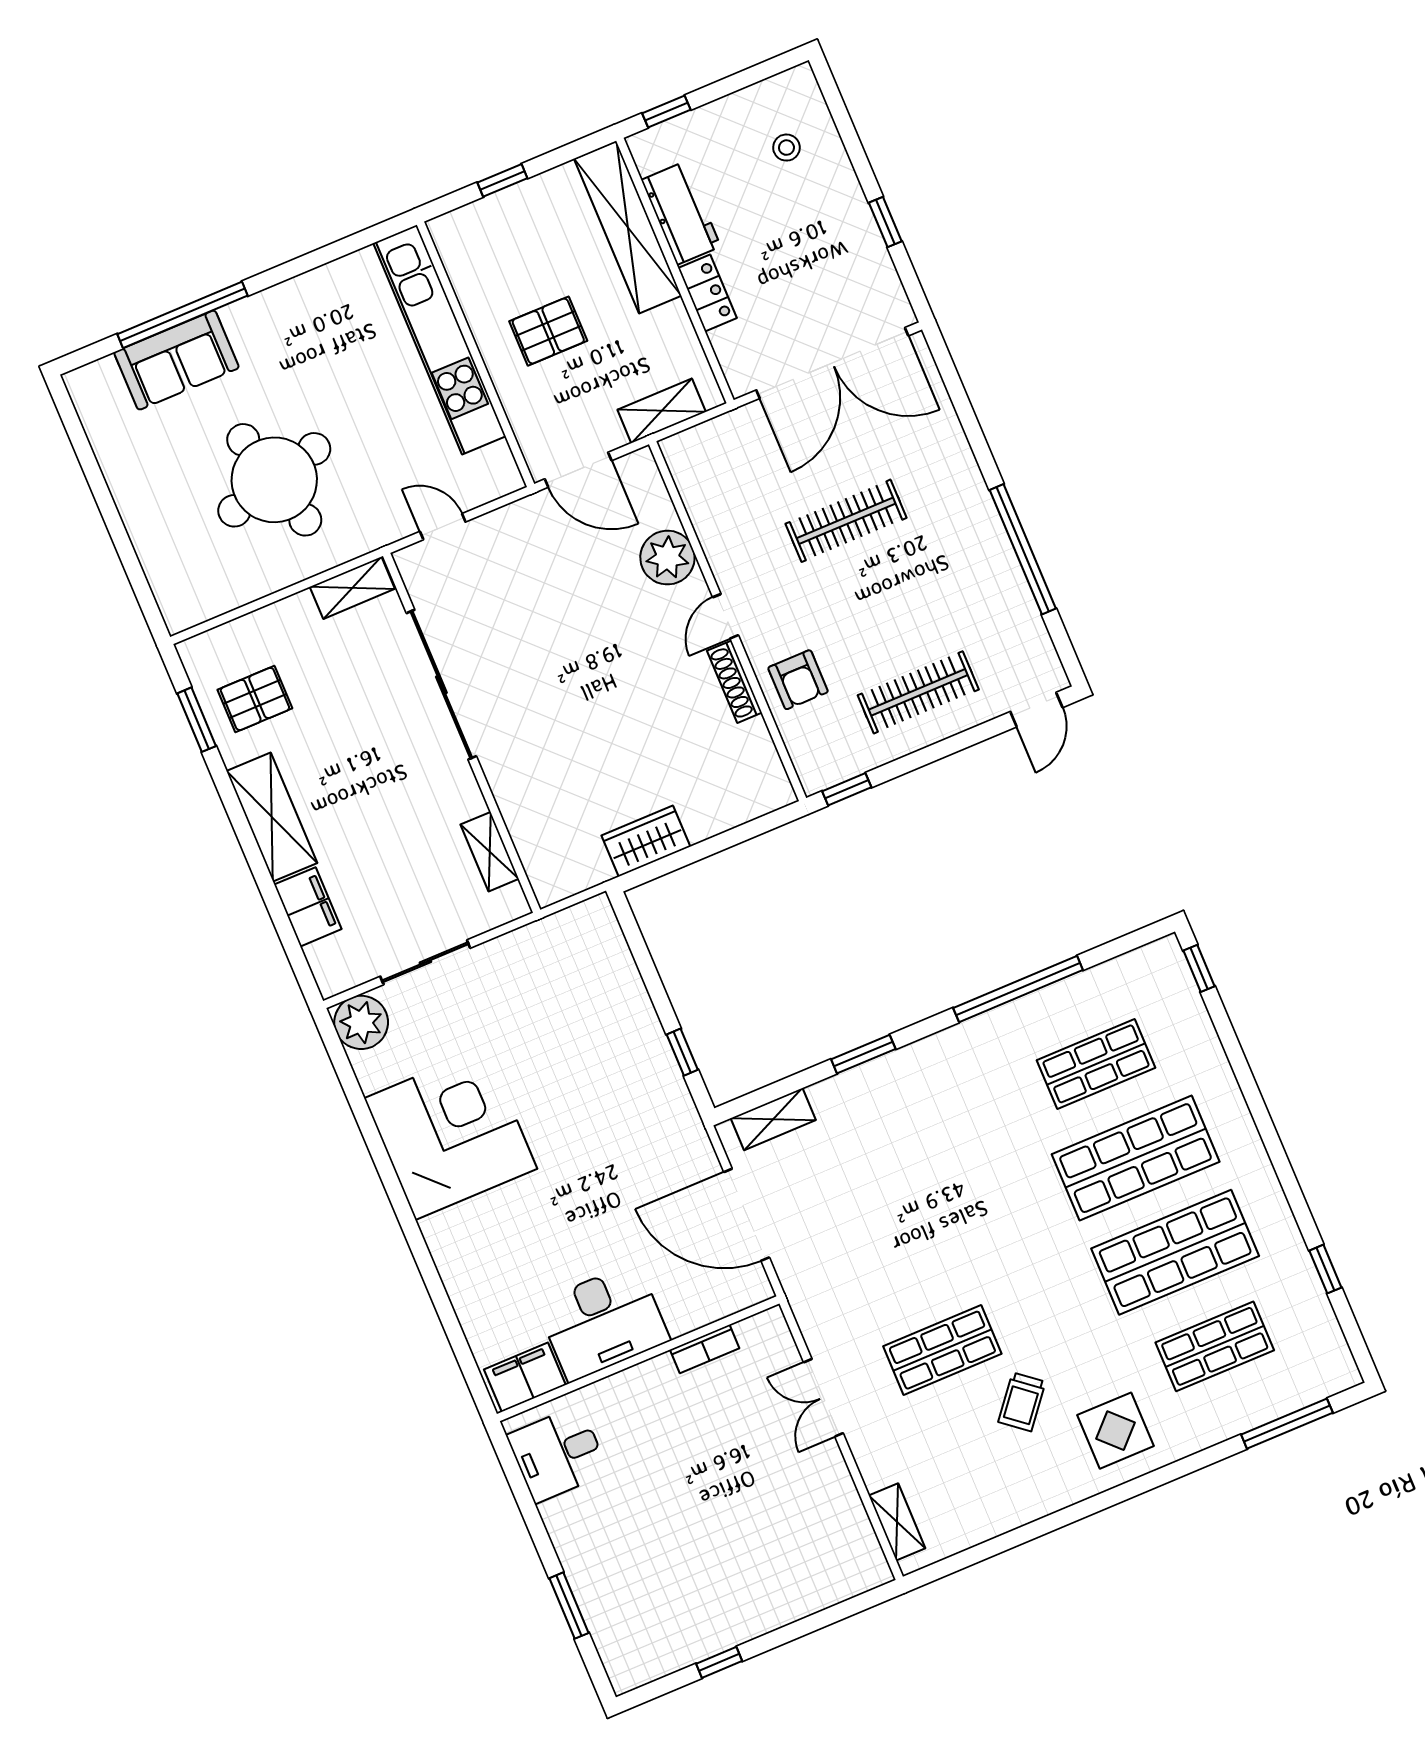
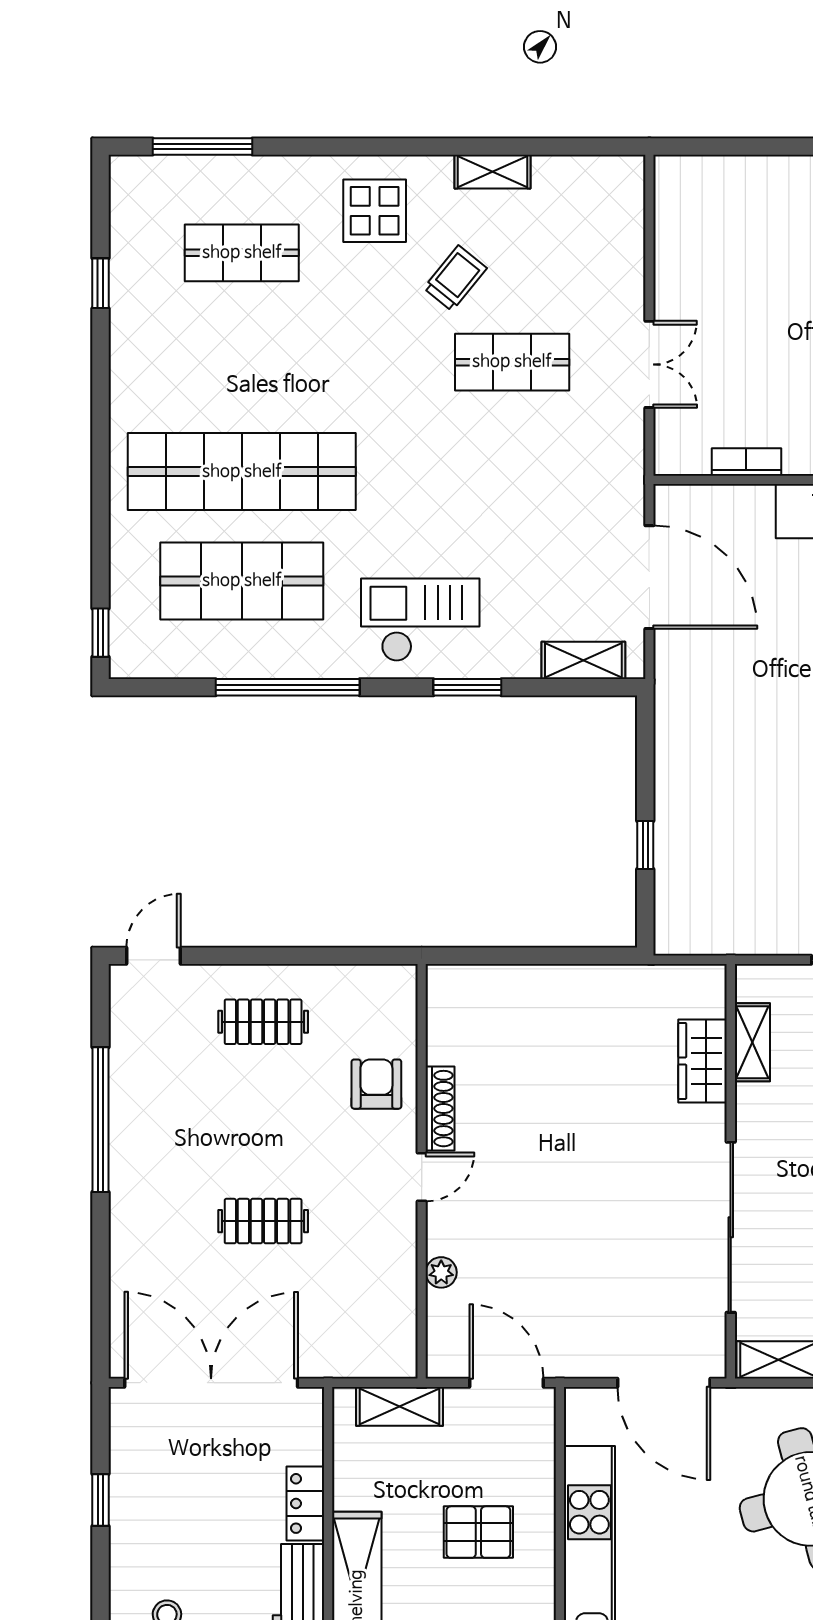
clothes rail: (846, 521) -> (263, 1221), width x0.73
door: (443, 527) -> (664, 1383), width x1.88
plant: (667, 558) -> (441, 1272), width x0.53, depth x0.53
clothes rail: (918, 692) -> (263, 1022), width x0.73
window: (847, 789) -> (374, 956), removed
wardrobe: (646, 841) -> (703, 1061), moved, turned 90
window: (682, 1052) -> (645, 845), moved
shop shelf: (1096, 1064) -> (242, 581), width x1.43, depth x1.36
checkout: (928, 1095) -> (420, 620), added
shop shelf: (1136, 1158) -> (242, 472), width x1.40
shop shelf: (1175, 1252) -> (242, 362), removed
shelving: (897, 1522) -> (492, 172), moved, turned 90

